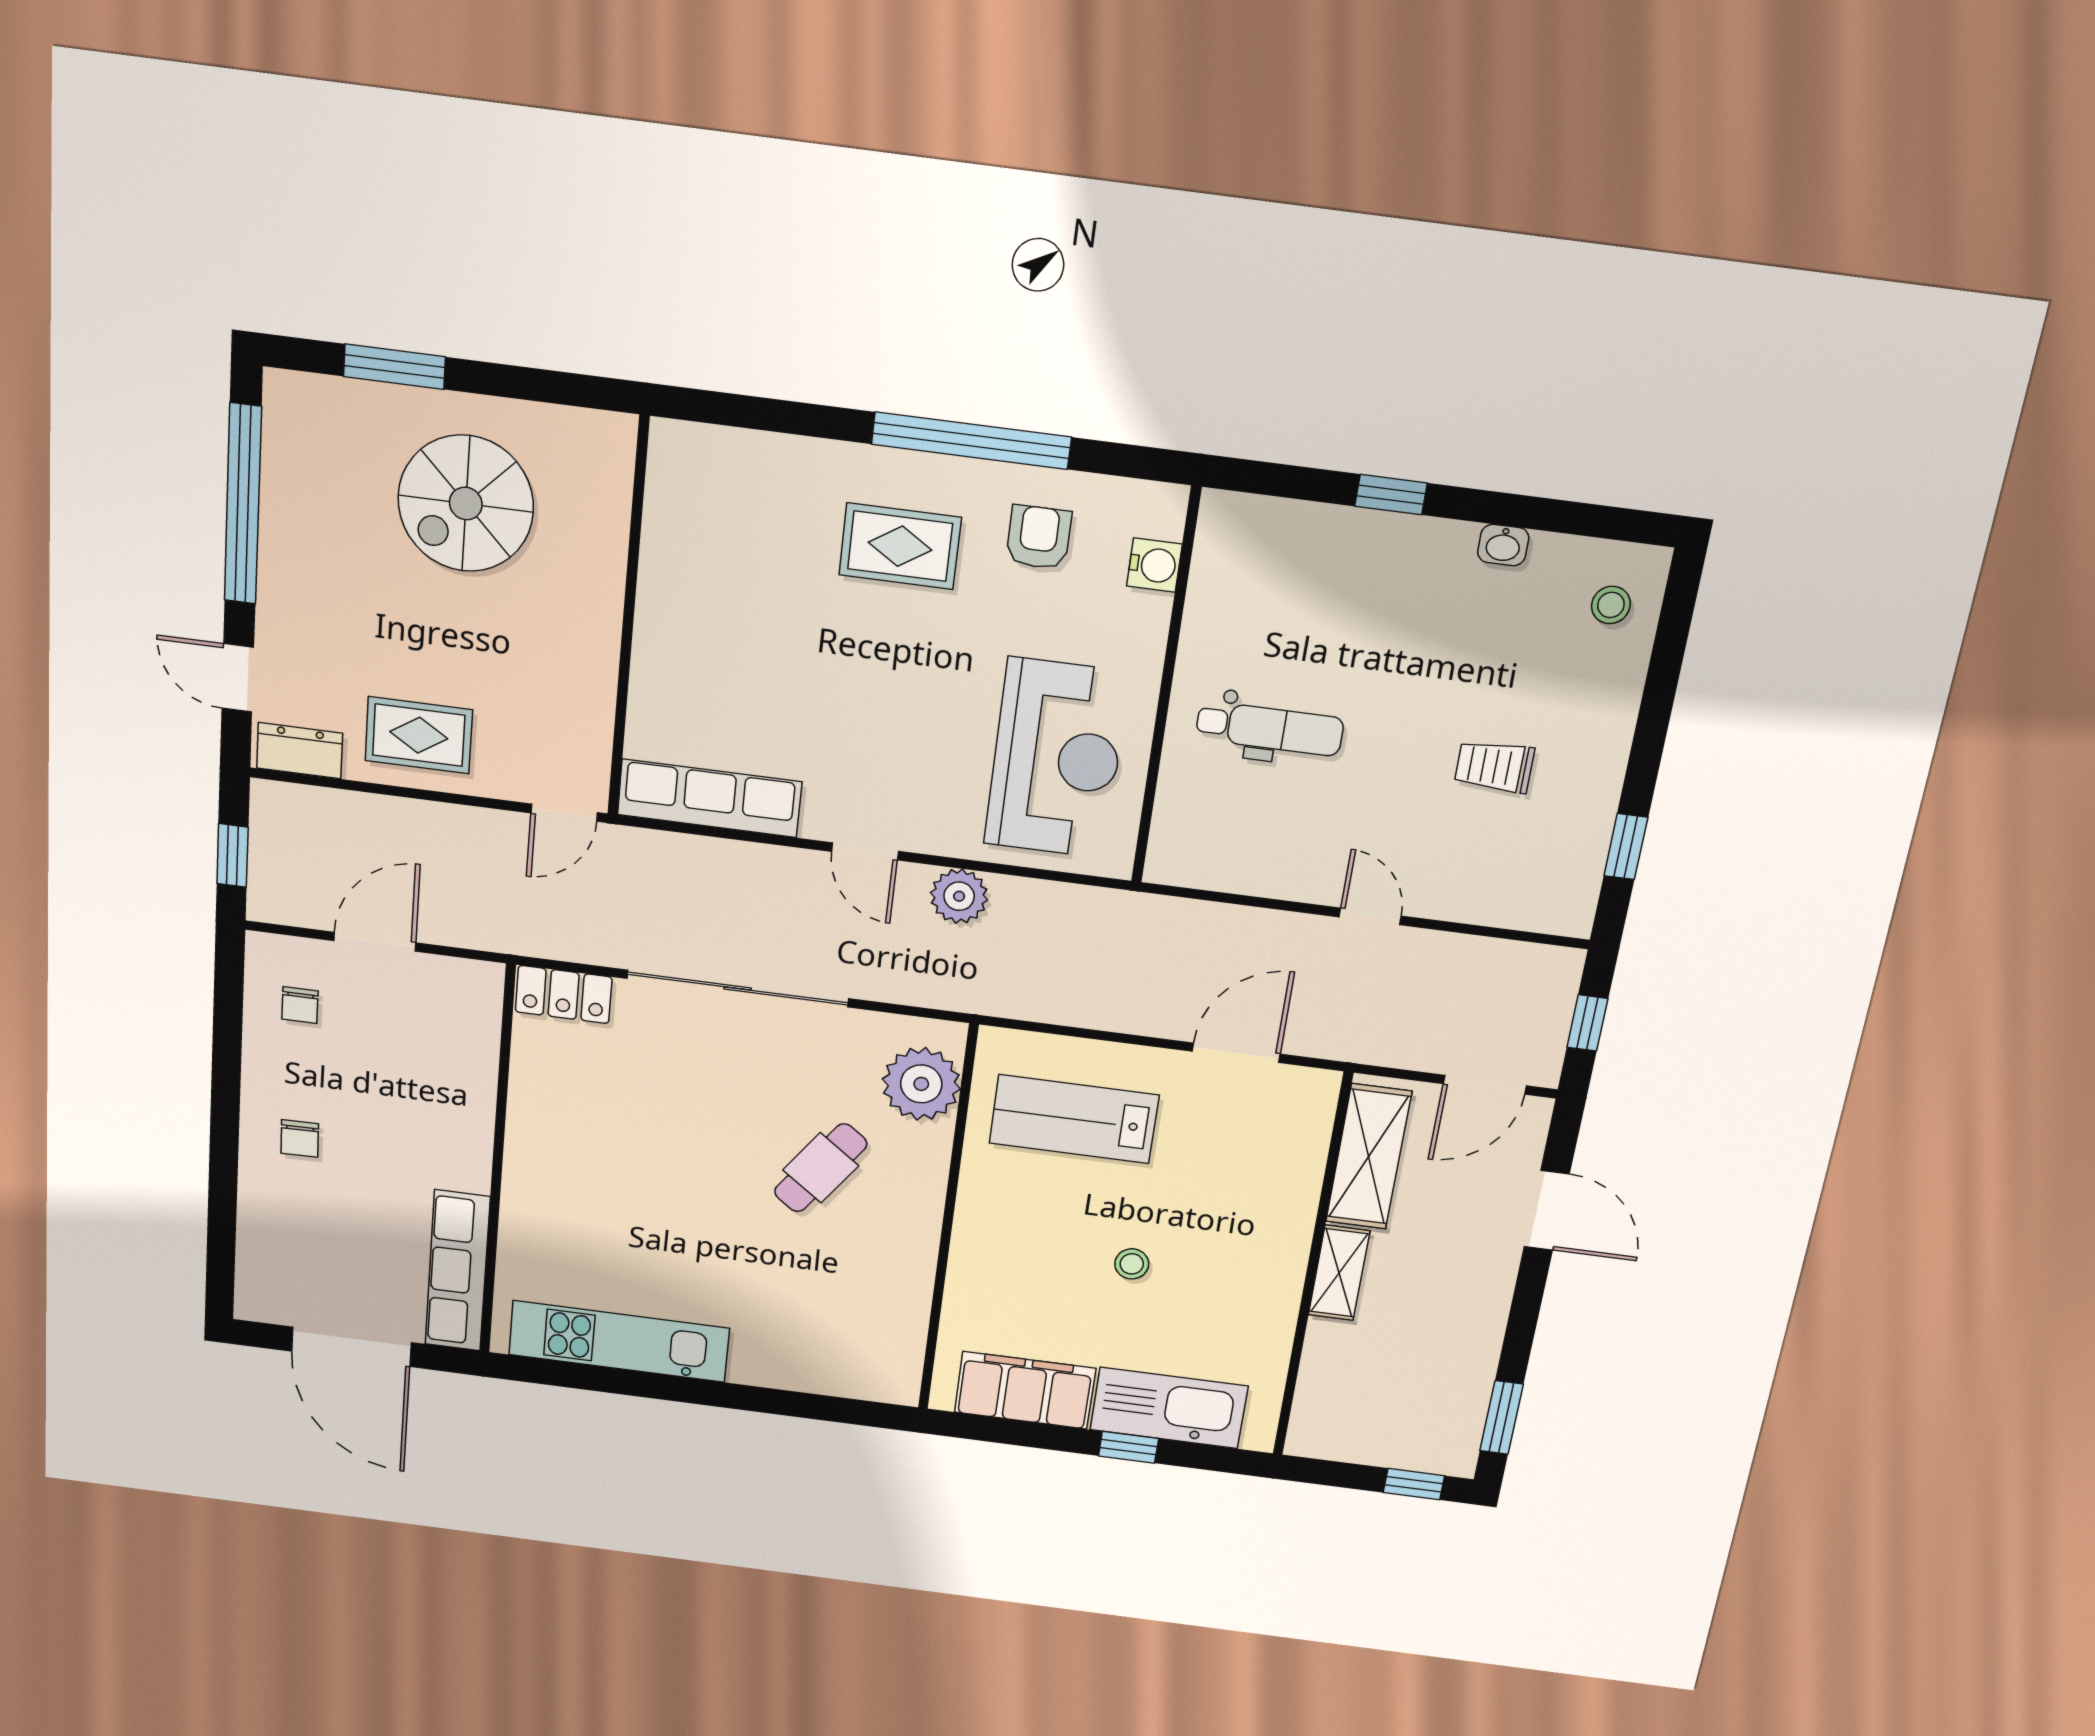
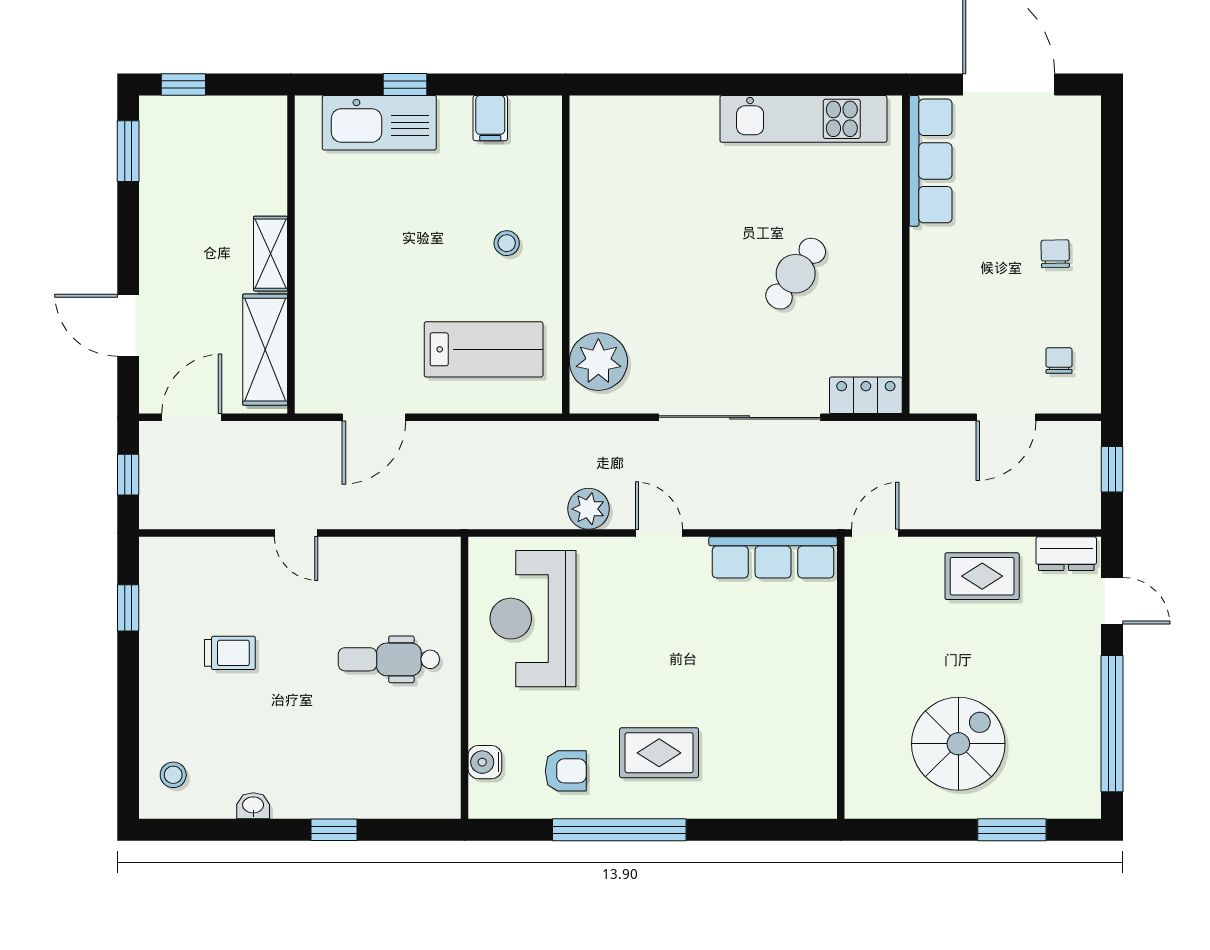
armchair: (1039, 537) -> (566, 771), turned -90
cafe table: (821, 1168) -> (796, 274), moved
stool: (1132, 1264) -> (507, 243), moved
filing cabinet: (1025, 1390) -> (490, 118), width x0.33, depth x0.86

